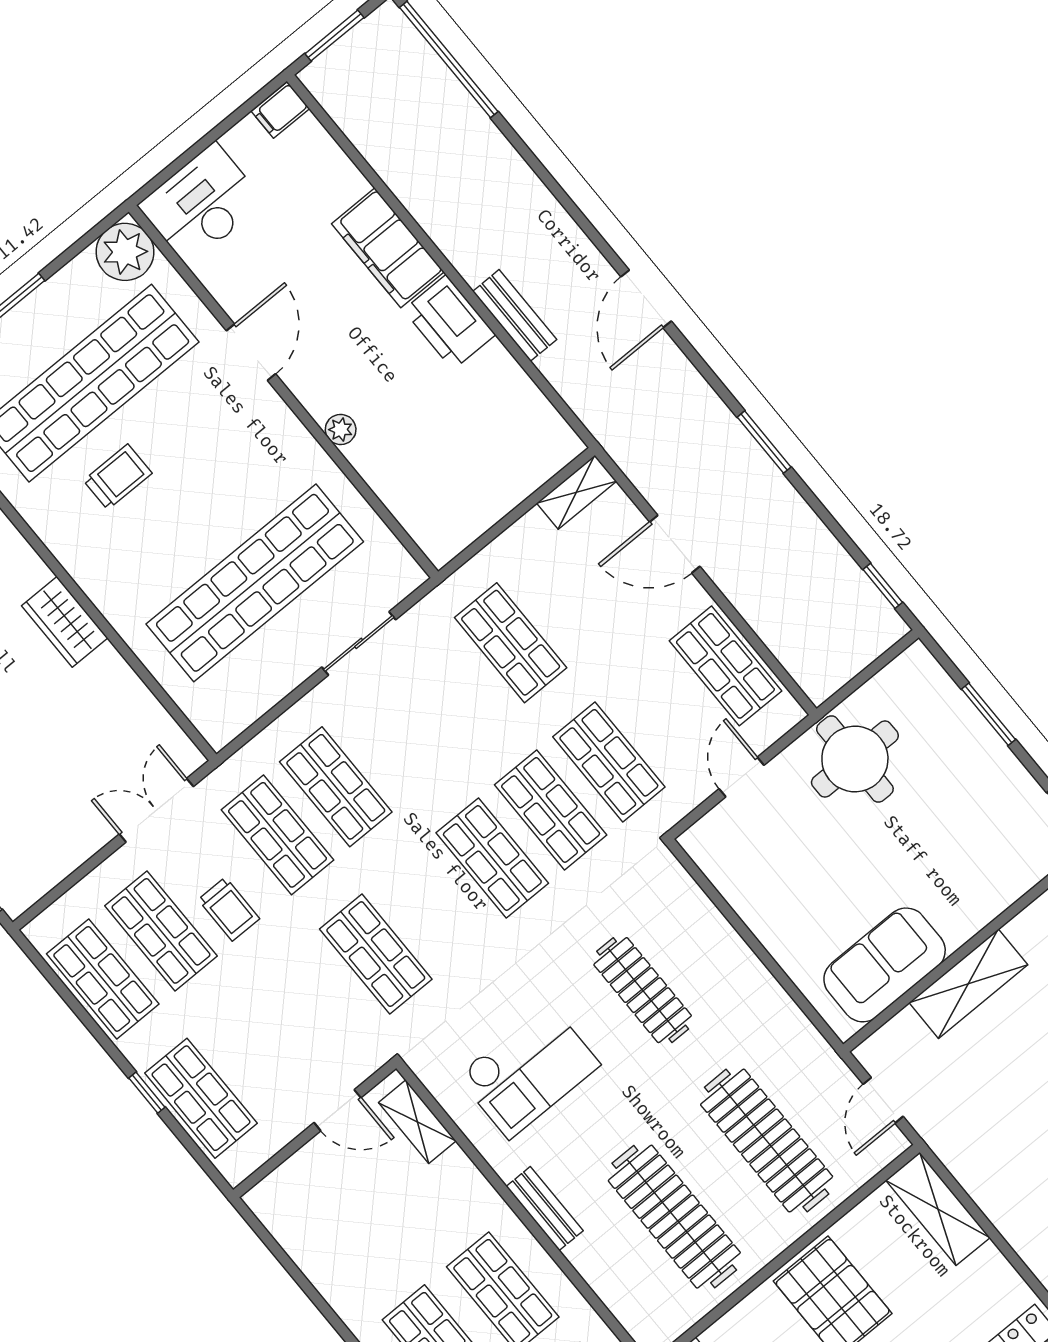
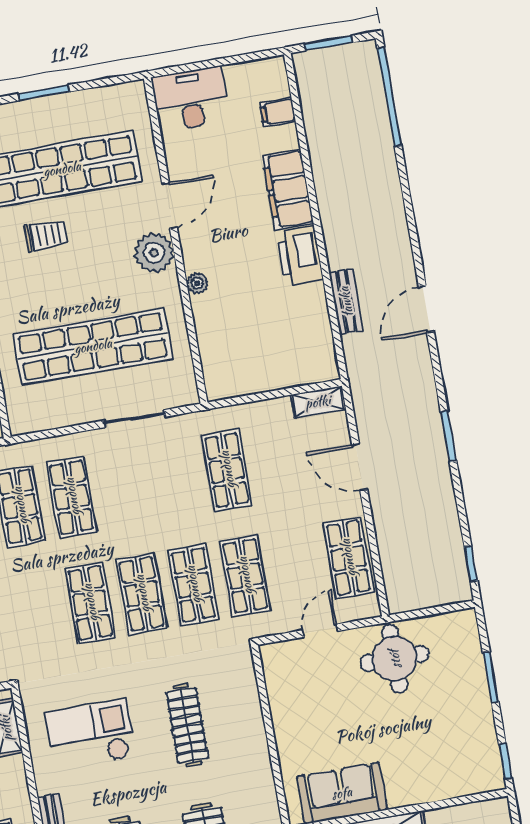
filing cabinet: (280, 110) -> (278, 112), moved
plant: (125, 252) -> (154, 253), moved
bench: (515, 315) -> (346, 302), moved
shop shelf: (376, 954) -> (90, 603), moved
checkout: (528, 1070) -> (91, 735), turned 180

